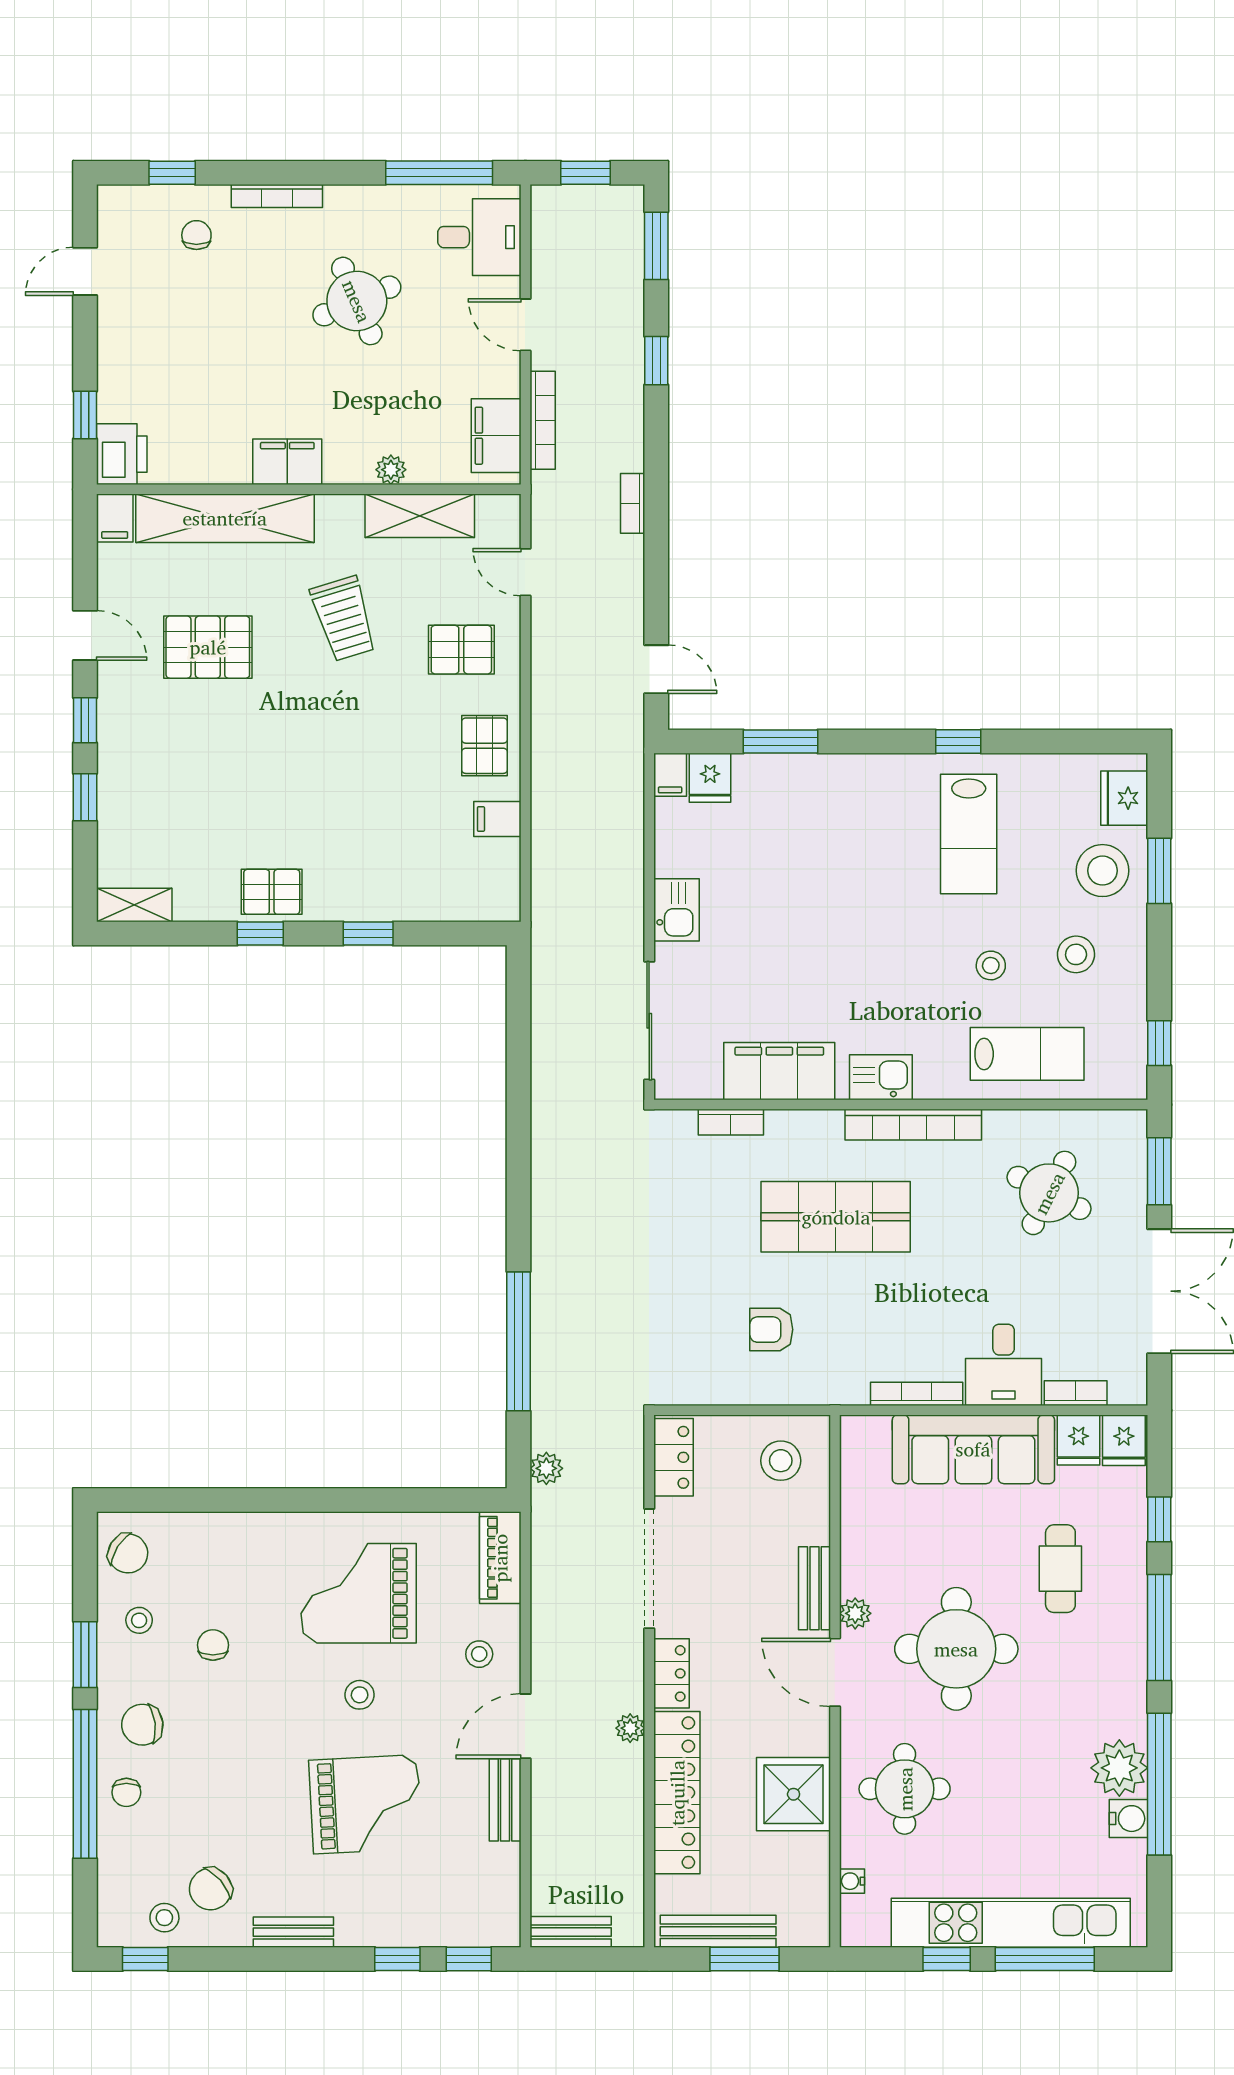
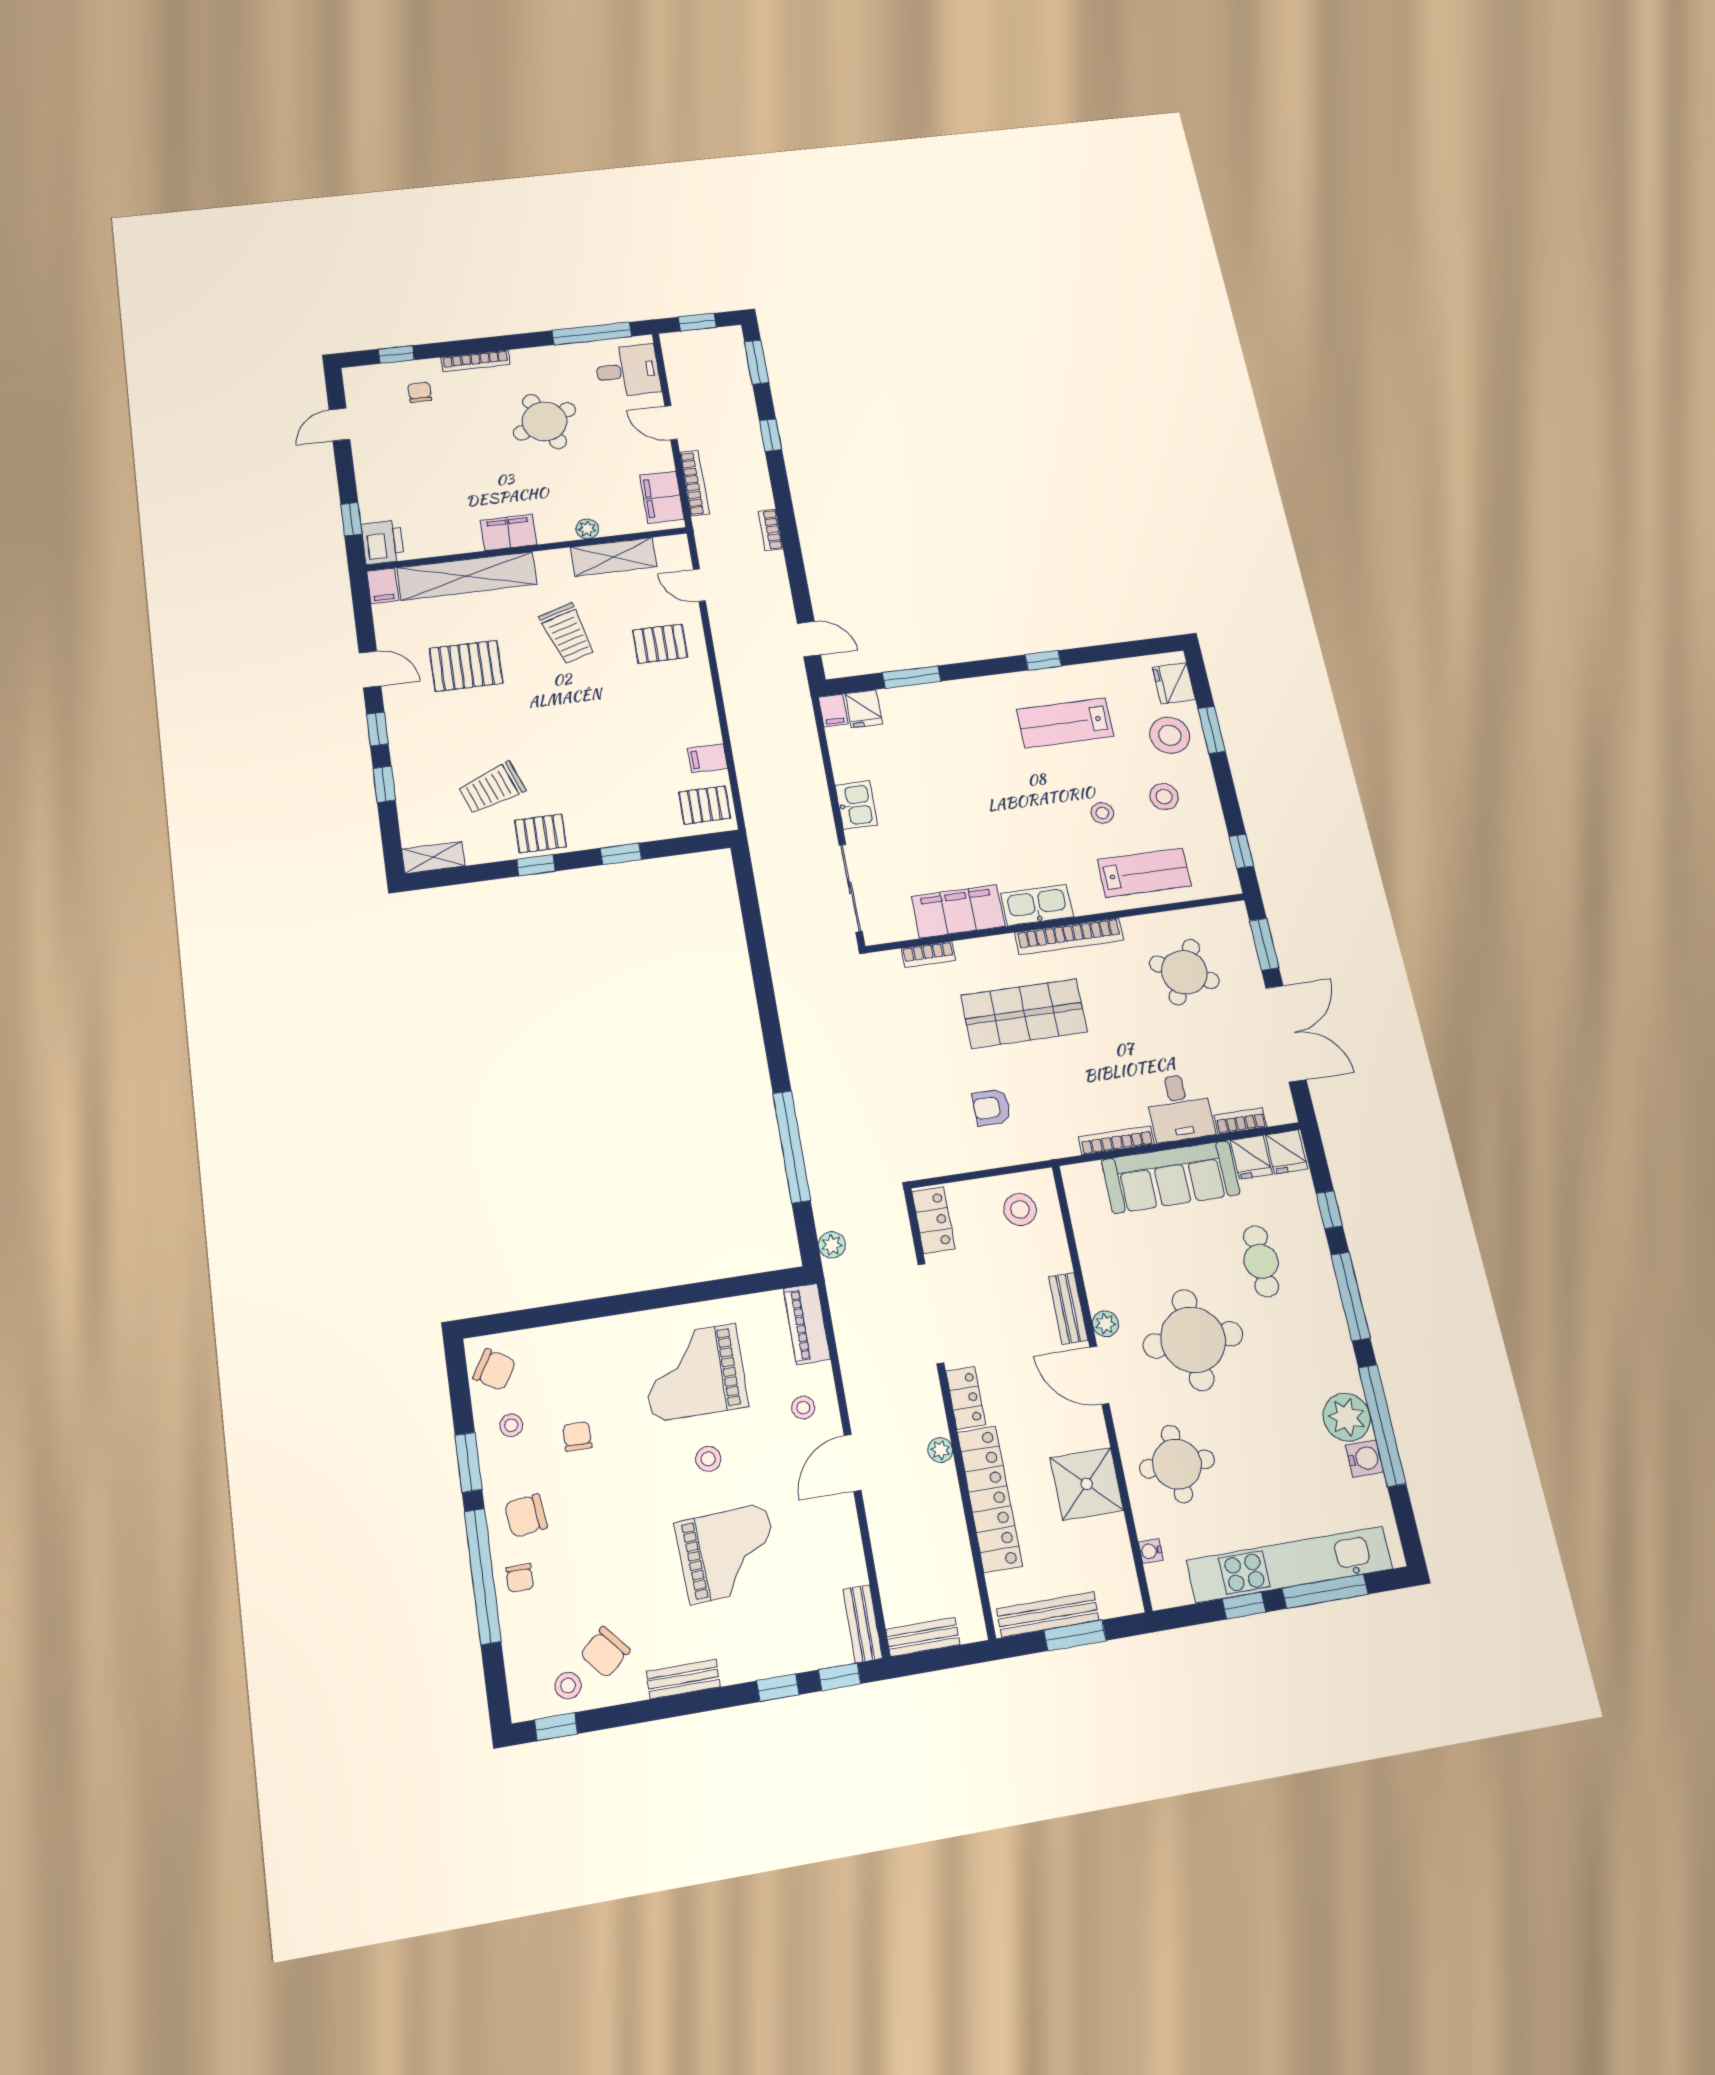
pallet: (485, 746) -> (705, 805), moved, turned 90
trolley: (219, 822) -> (492, 788), added
lab bench: (969, 834) -> (1065, 723), turned 90
kitchen sink: (881, 1077) -> (1037, 905), width x1.38
bench: (505, 1800) -> (863, 1624), moved

